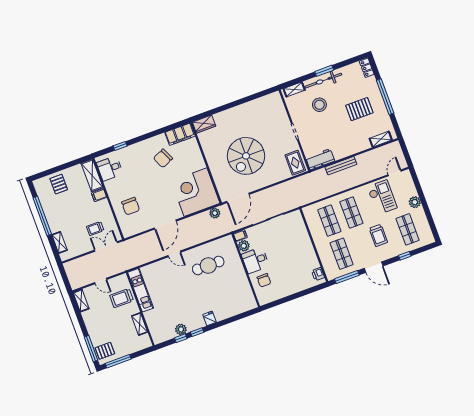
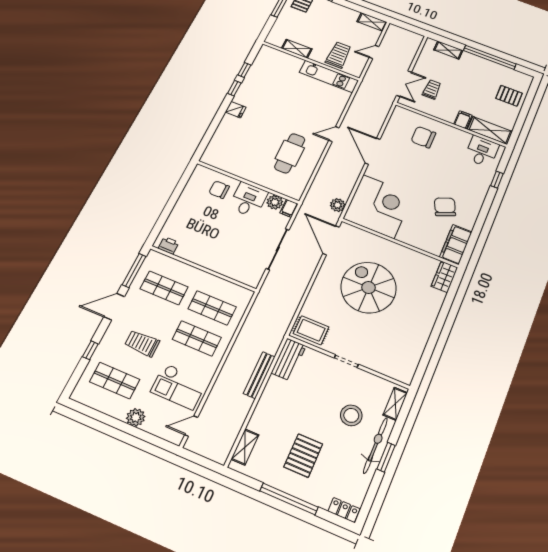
door: (395, 173) -> (191, 426), swing flipped
plant: (181, 329) -> (253, 77), removed

